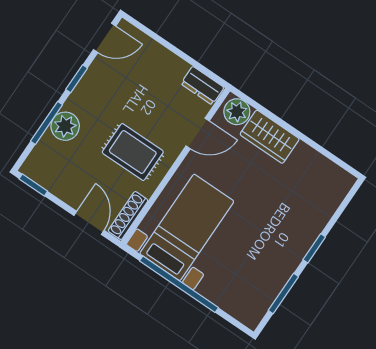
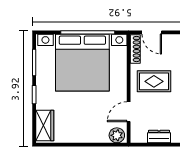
dresser: (202, 86) -> (159, 137), moved
wardrobe: (270, 137) -> (45, 126), moved, turned 90
bed with nightstands: (187, 227) -> (82, 63), width x1.85

